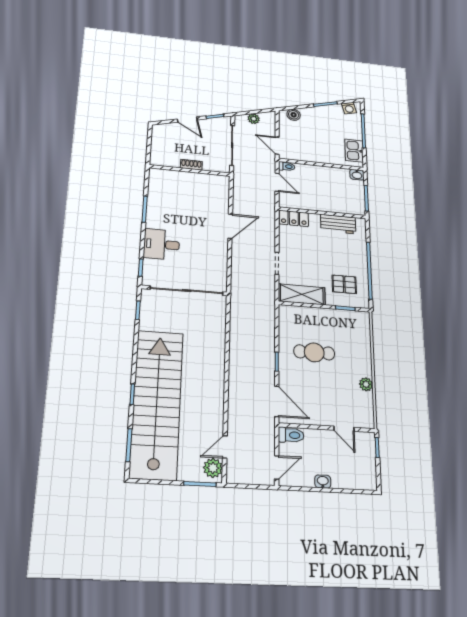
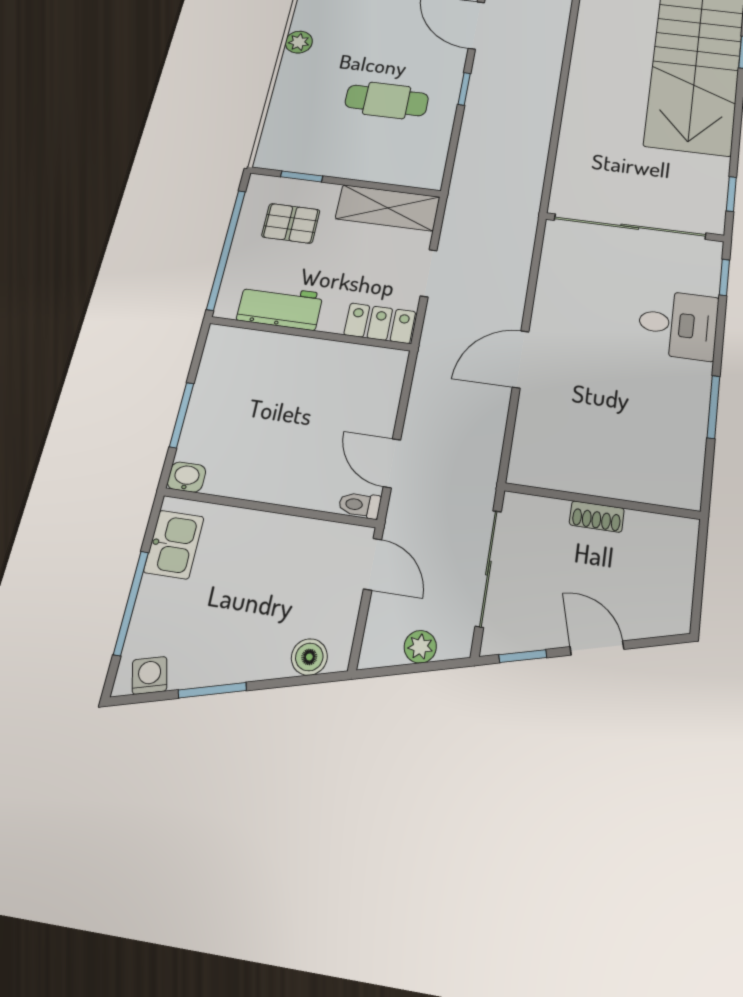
wall: (322, 213) -> (310, 334), moved
locker: (294, 218) -> (380, 323), moved
workbench: (338, 224) -> (280, 307), moved

